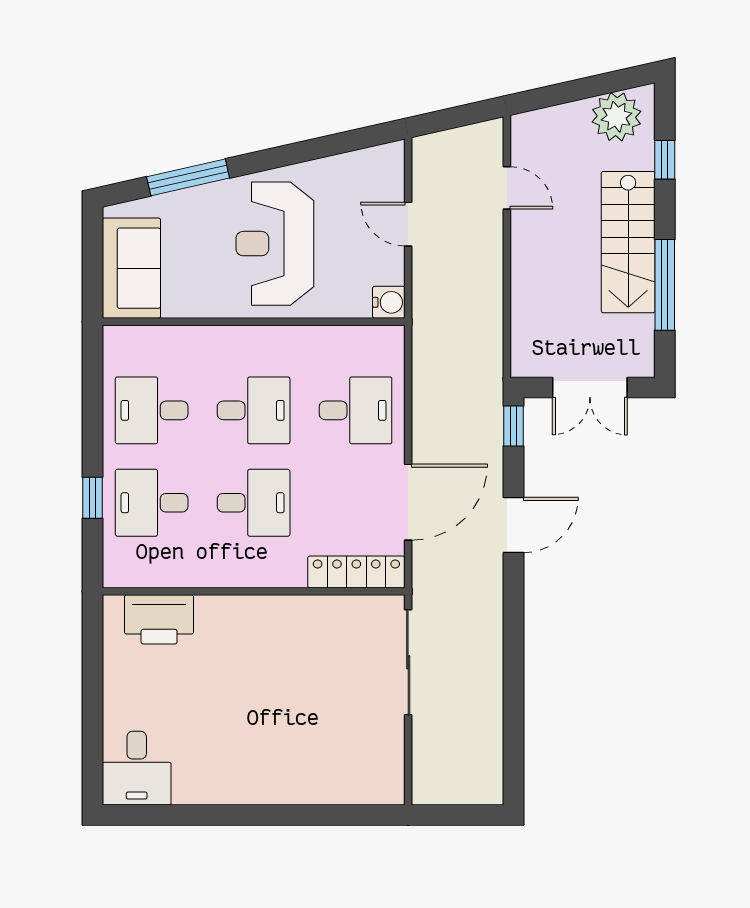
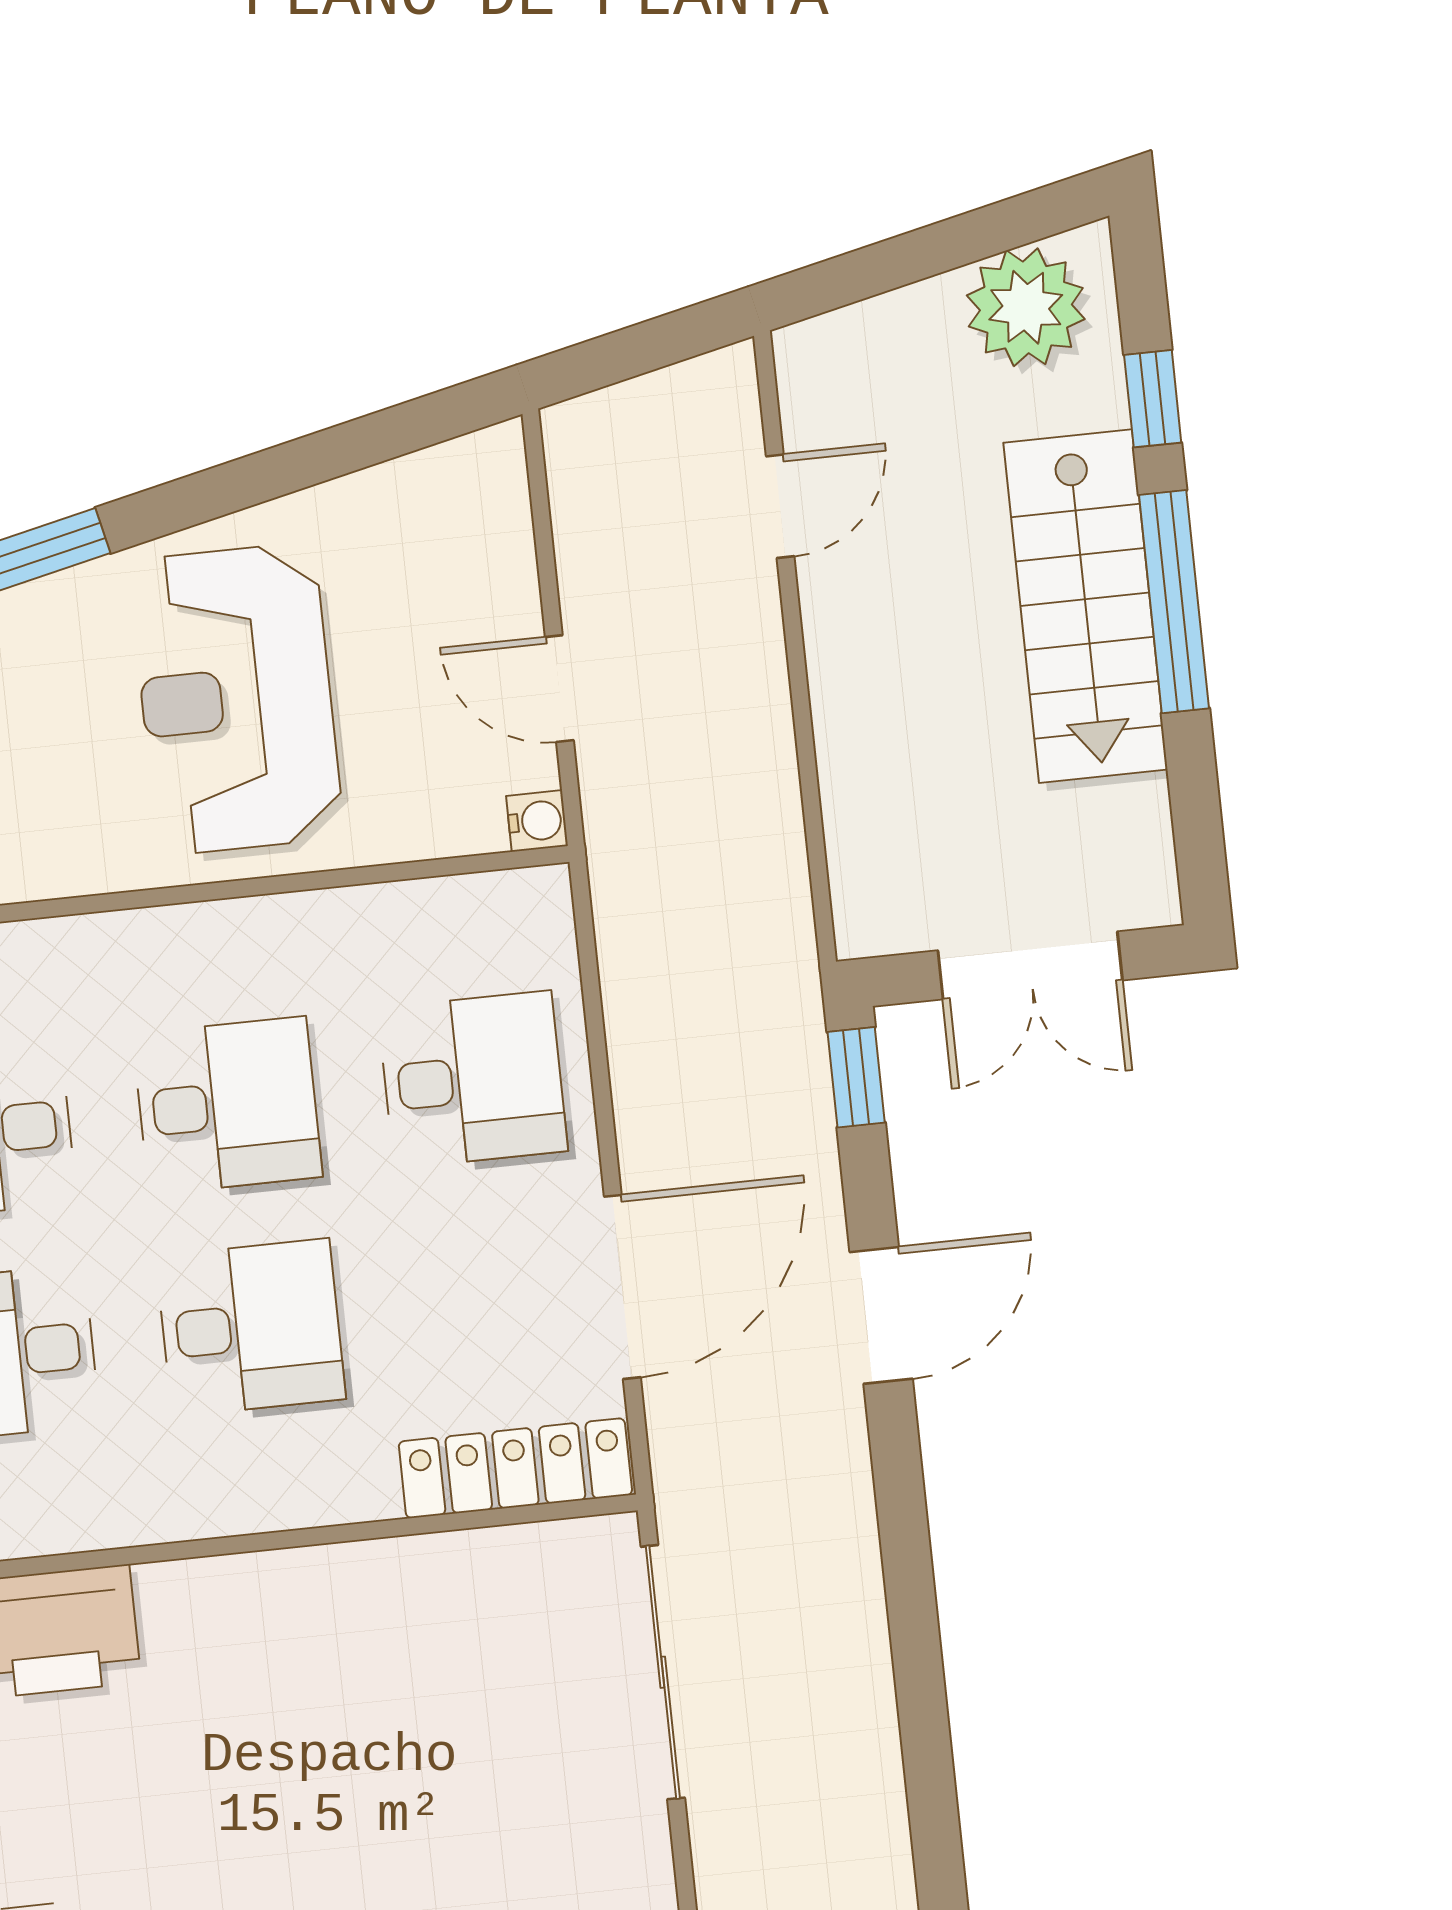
door: (507, 188) -> (780, 506), hinge flipped
door: (408, 224) -> (559, 689), moved
window: (665, 285) -> (1174, 602), moved
water cooler: (389, 302) -> (537, 821), width x0.72, depth x0.72

